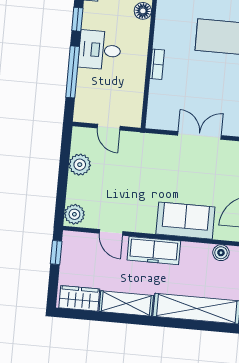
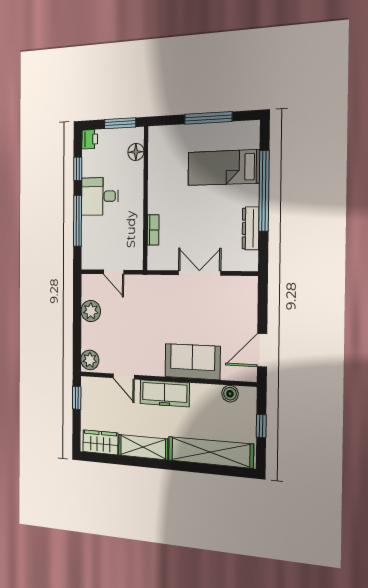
bookcase: (157, 64) -> (153, 230), moved

